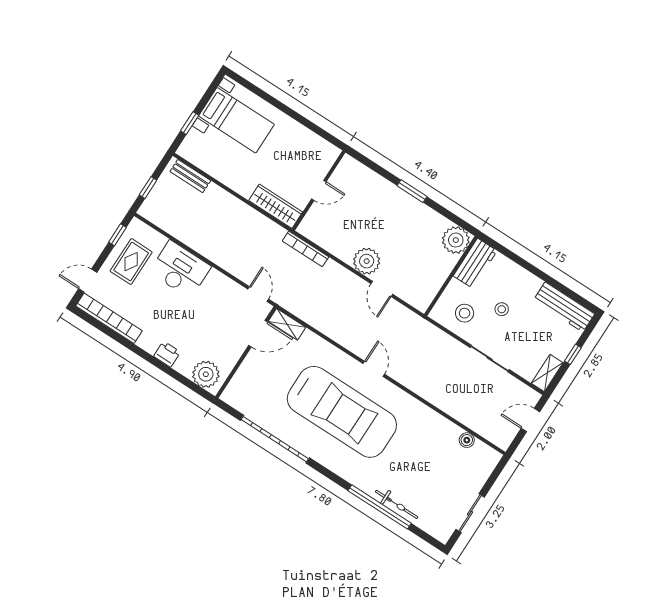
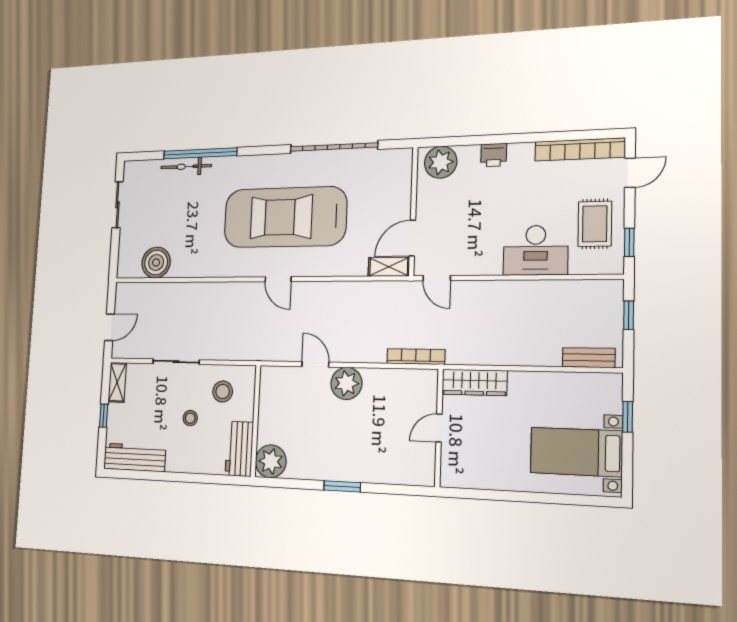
boiler: (467, 440) -> (156, 262), width x1.86, depth x1.86

